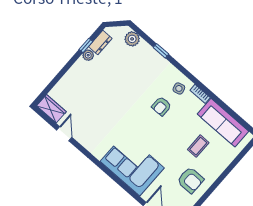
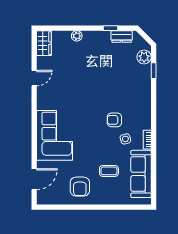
window: (161, 51) -> (154, 71), moved
plant: (88, 55) -> (77, 36), moved
side table: (179, 88) -> (125, 139), moved
door: (64, 134) -> (34, 78), moved

